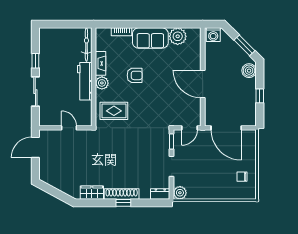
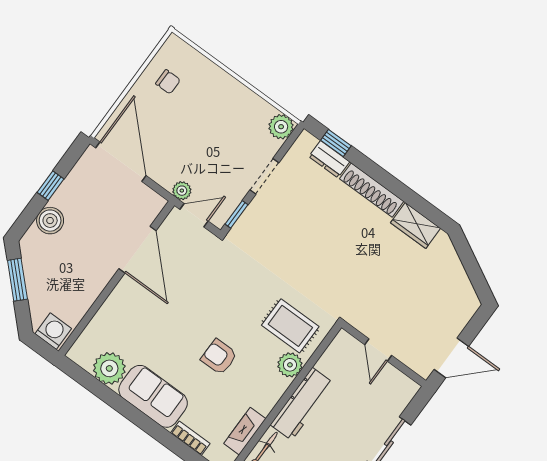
fireplace: (100, 63) -> (245, 431), moved
boiler: (249, 71) -> (50, 221), moved
plant: (102, 83) -> (290, 365), moved
door: (203, 84) -> (137, 250), moved
door: (226, 128) -> (121, 162), moved
plant: (202, 135) -> (182, 191), added
dresser: (160, 194) -> (329, 159), moved
window: (123, 203) -> (336, 143), moved

